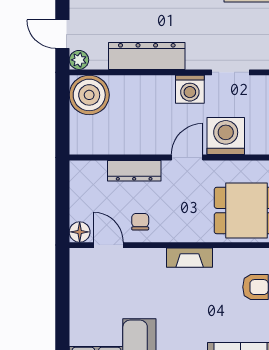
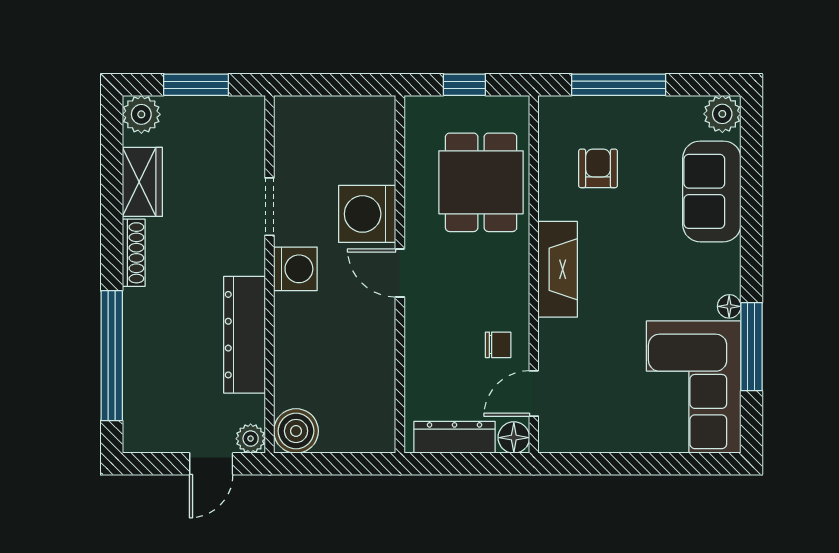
boiler: (89, 95) -> (296, 431), width x0.73, depth x0.73
dresser: (134, 171) -> (455, 437), moved, turned -90
chair: (140, 222) -> (498, 345), turned 180
fireplace: (190, 258) -> (558, 269), width x1.37, depth x1.32

